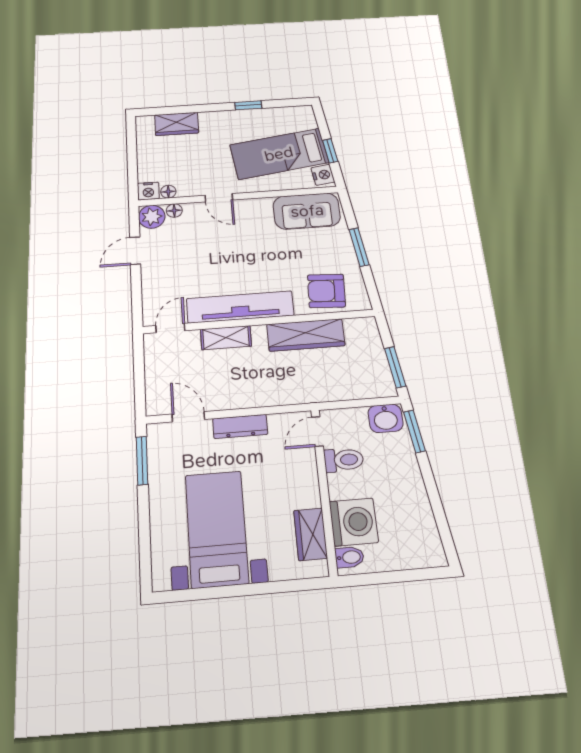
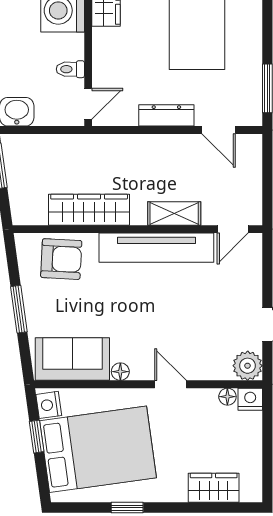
bed: (279, 154) -> (98, 449), width x1.50
floor lamp: (174, 211) -> (120, 372), moved
toilet: (344, 460) -> (70, 69), width x0.73, depth x0.72

